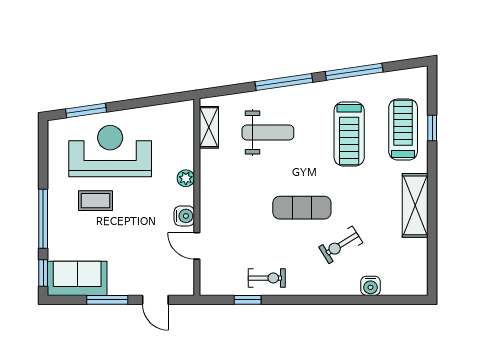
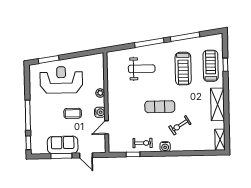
shelving: (209, 127) -> (220, 140), moved
coffee table: (96, 201) -> (73, 113), moved
door: (197, 246) -> (107, 127), hinge flipped
sofa: (77, 278) -> (63, 145), moved
water cooler: (371, 286) -> (165, 147), moved

